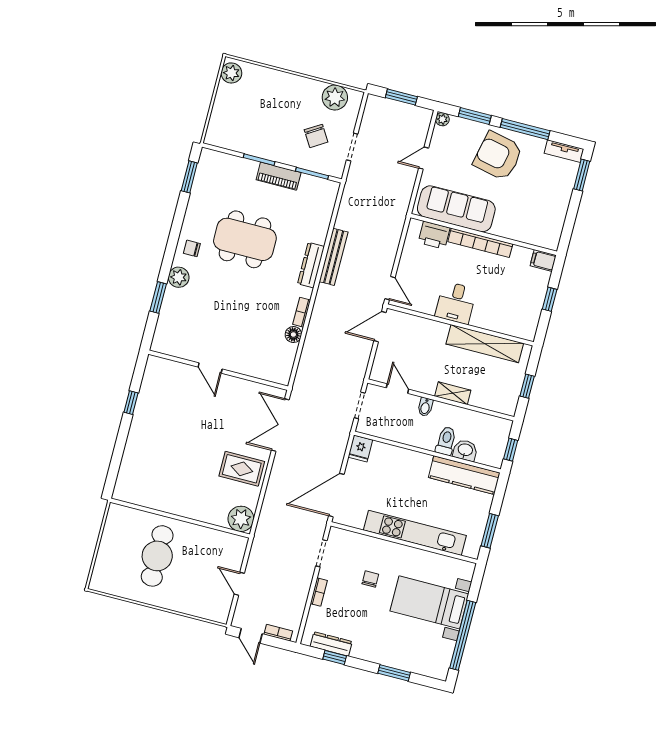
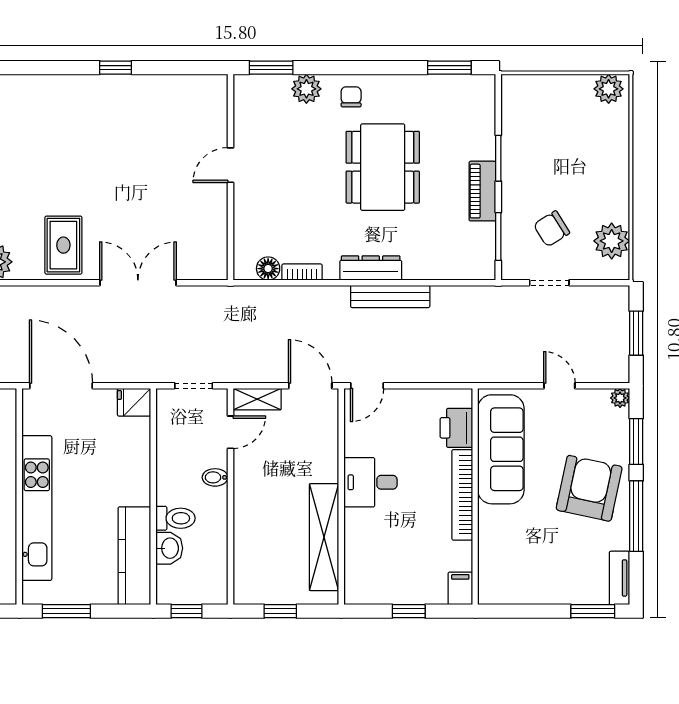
door: (210, 368) -> (230, 165), moved
wall: (218, 370) -> (230, 177), moved
shelving: (453, 393) -> (257, 399), moved, turned 90

